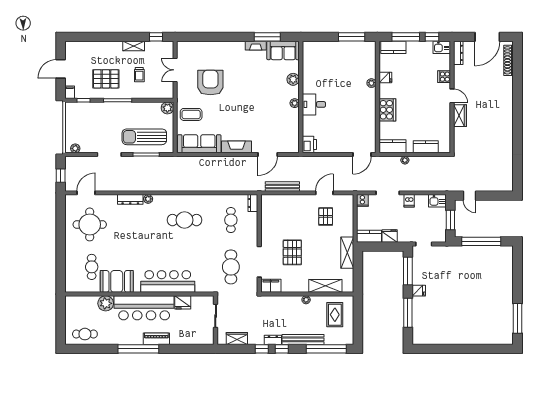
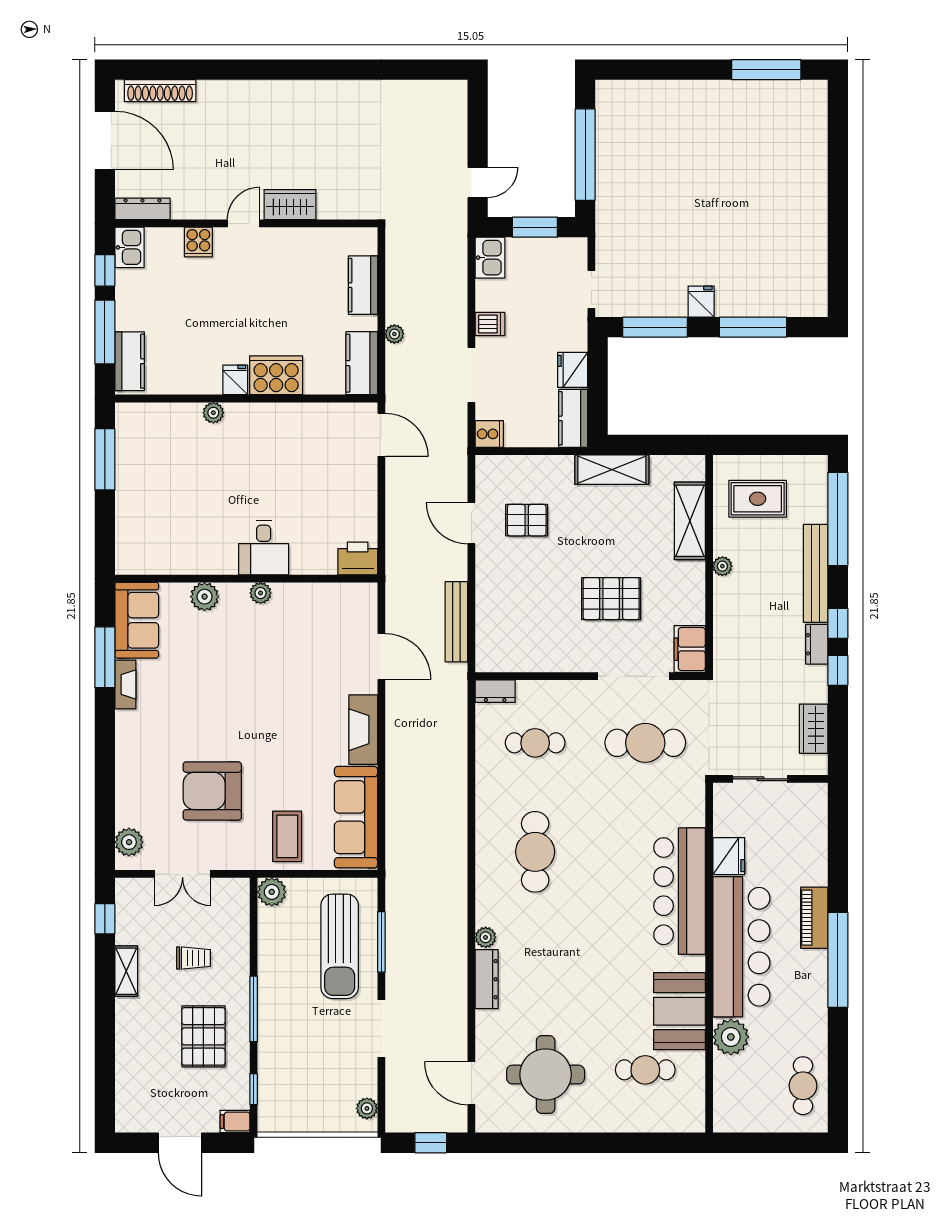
plant: (189, 47) -> (129, 842), added
fridge: (385, 77) -> (235, 380), moved

